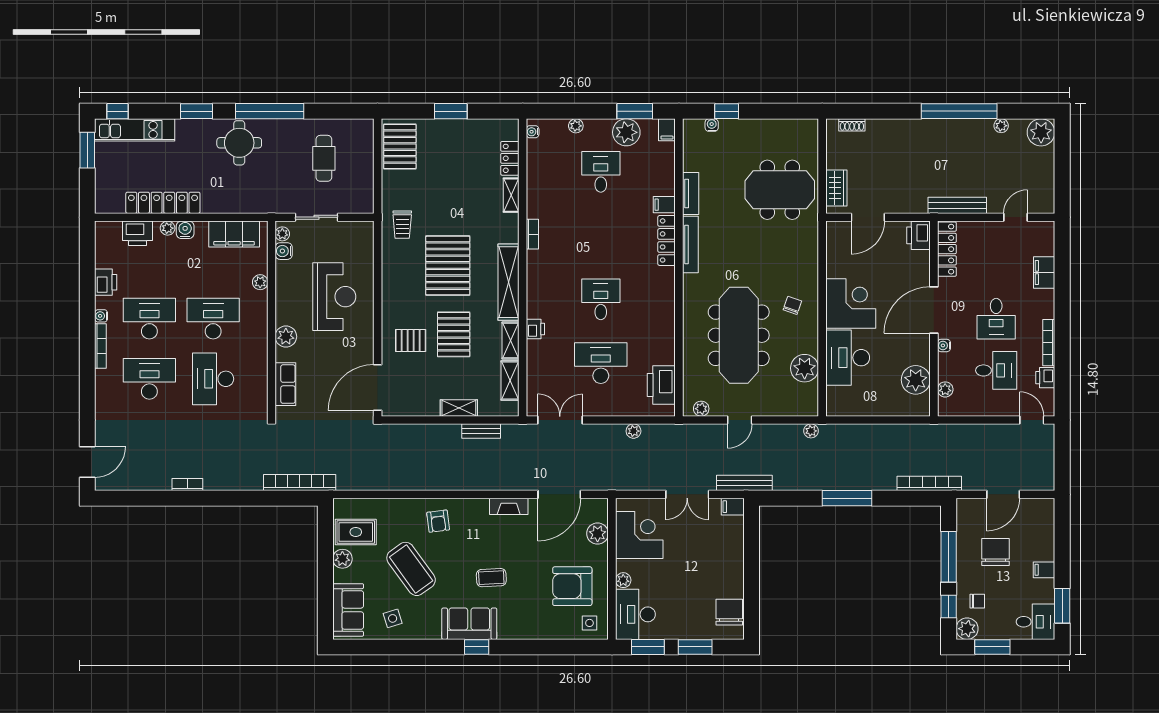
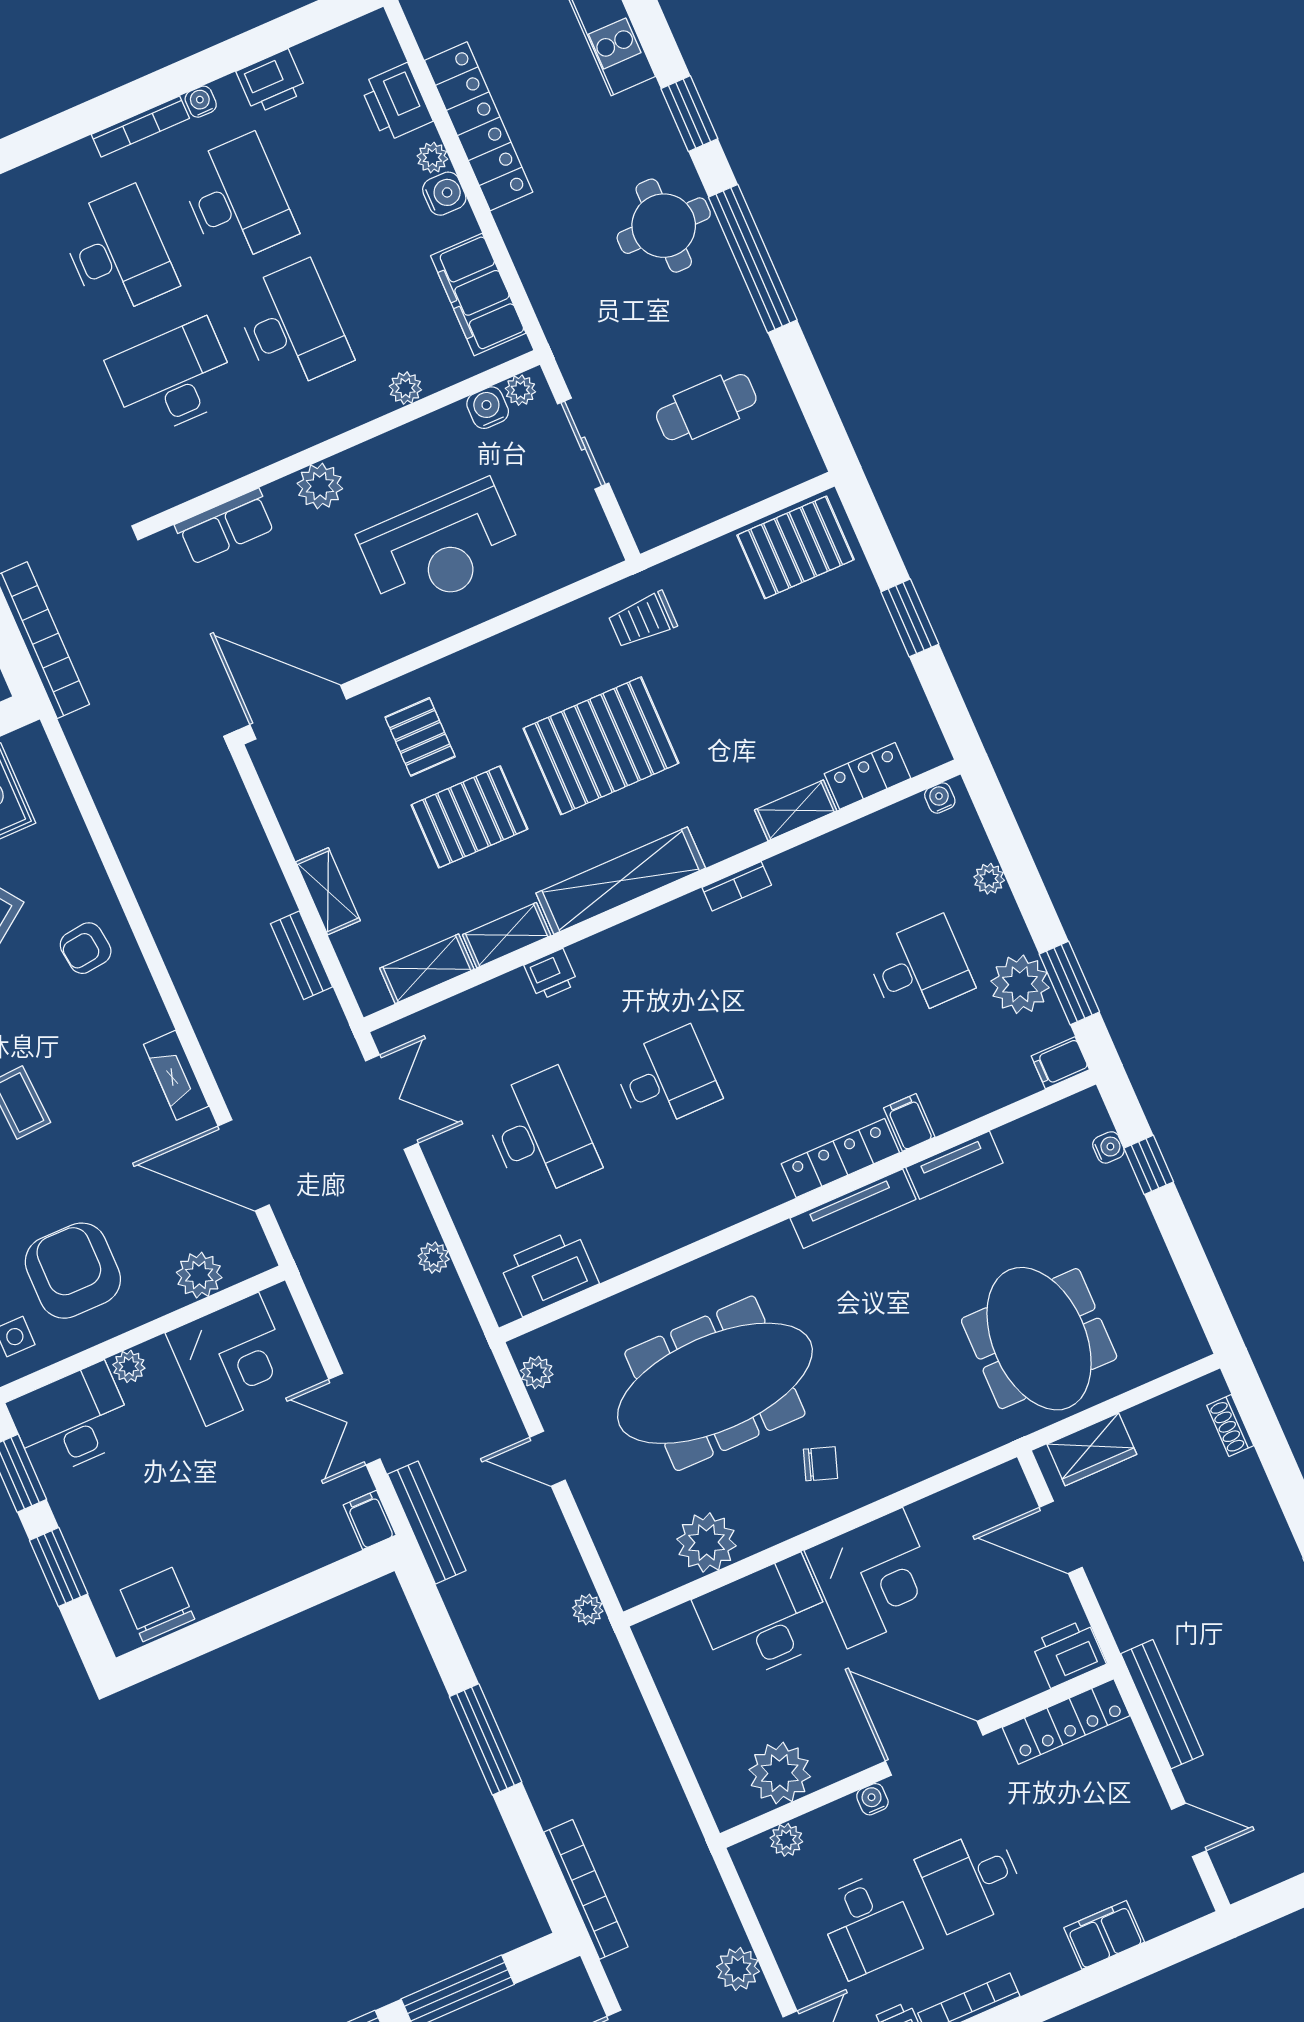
plant: (991, 434) -> (738, 1969), added
chair: (729, 612) -> (157, 1604), turned -90

